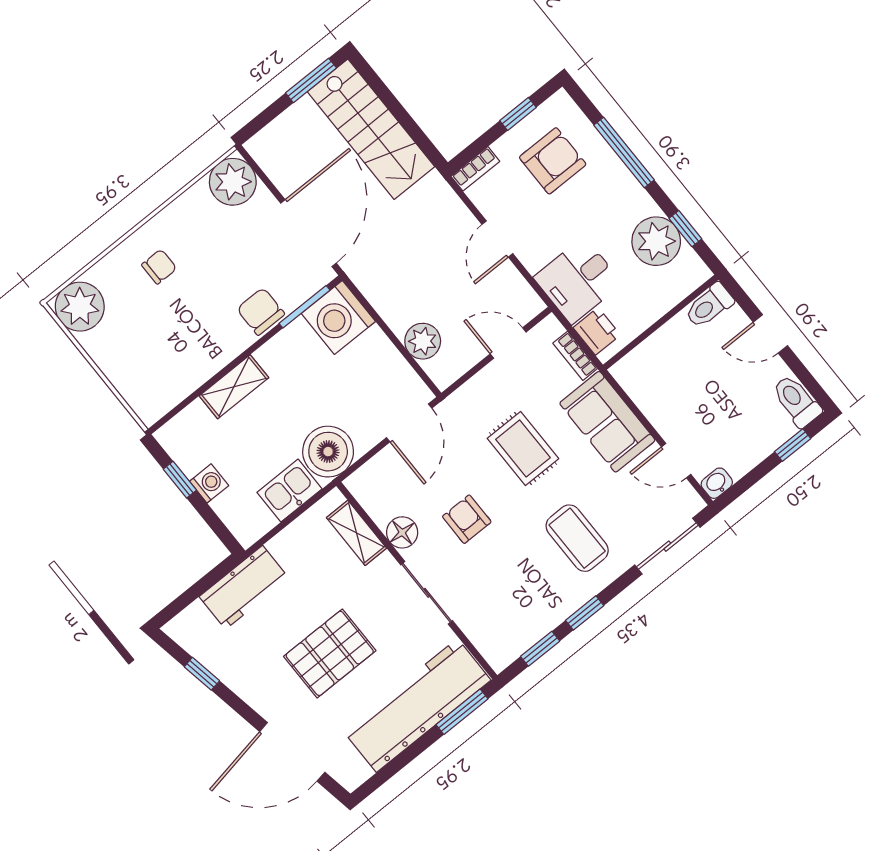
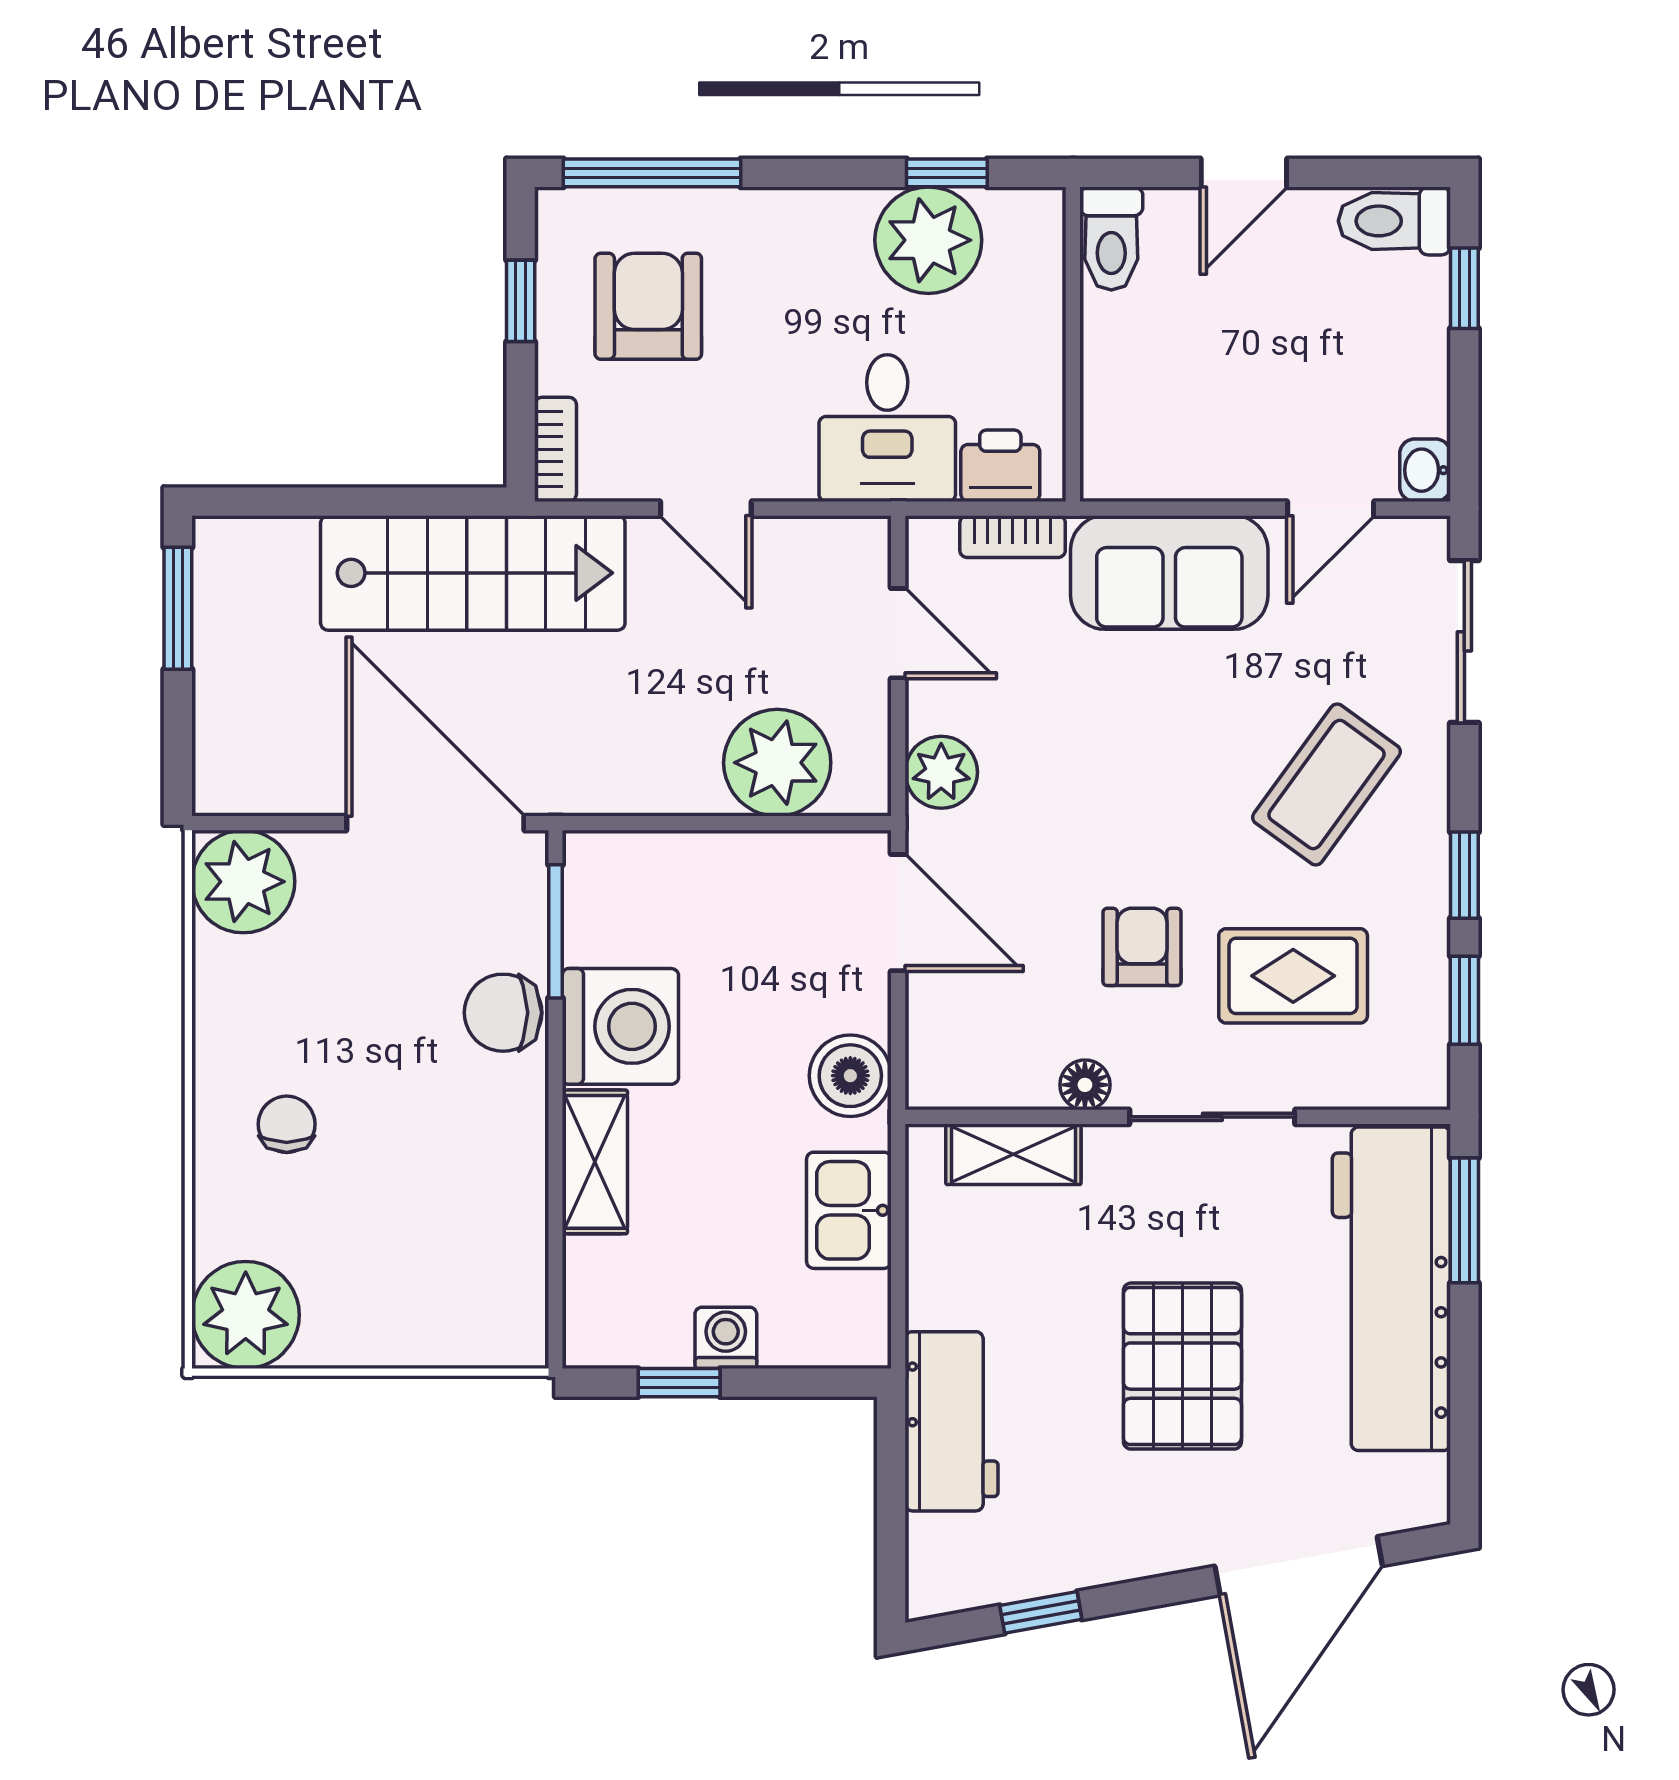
stairs: (371, 129) -> (473, 573), moved
window: (624, 153) -> (652, 173), moved
washing machine: (338, 317) -> (620, 1026), moved, turned -90
plant: (423, 341) -> (777, 763), width x1.36, depth x1.36
door: (508, 343) -> (898, 633), swing flipped
plant: (471, 398) -> (941, 772), added
rug: (523, 448) -> (1293, 976), moved
boiler: (328, 452) -> (850, 1076), width x0.73, depth x0.73
armchair: (467, 519) -> (1142, 947), turned 90
floor lamp: (402, 532) -> (1085, 1085), width x0.73, depth x0.73
coffee table: (577, 538) -> (1327, 785), turned -54

